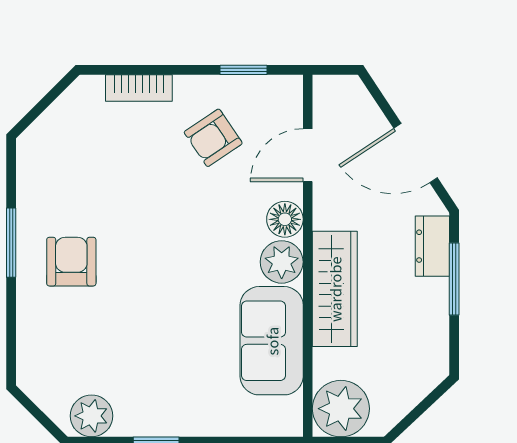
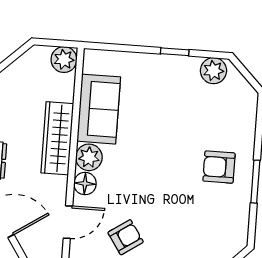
armchair: (71, 262) -> (219, 167), turned 90
plant: (341, 409) -> (64, 60), width x0.73, depth x0.73

